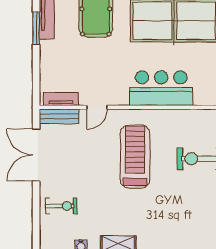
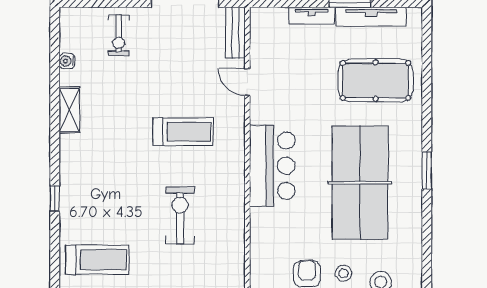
tv unit: (61, 99) -> (312, 16), moved, turned 90
treadmill: (135, 157) -> (183, 132), width x0.73, depth x0.73

